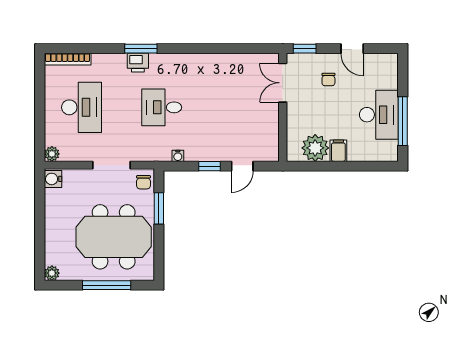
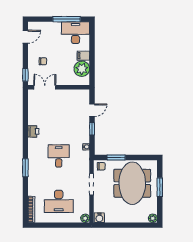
door: (352, 49) -> (25, 37), moved
printer: (138, 63) -> (33, 131), moved
double door: (283, 83) -> (45, 87), swing flipped
desk: (82, 107) -> (59, 201), turned 180
desk: (162, 107) -> (59, 156), turned 180
desk: (379, 115) -> (76, 33), moved
door: (242, 166) -> (92, 110), hinge flipped
window: (107, 285) -> (160, 187), width x0.69

